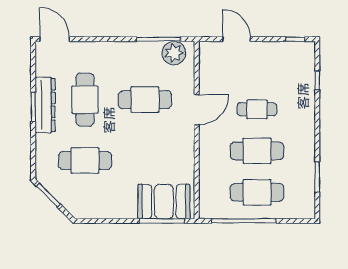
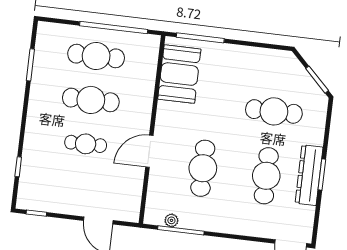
plant: (174, 53) -> (171, 220), width x0.53, depth x0.53
cafe table: (145, 100) -> (203, 168), turned 90
booth: (164, 202) -> (179, 74), moved, turned 90

